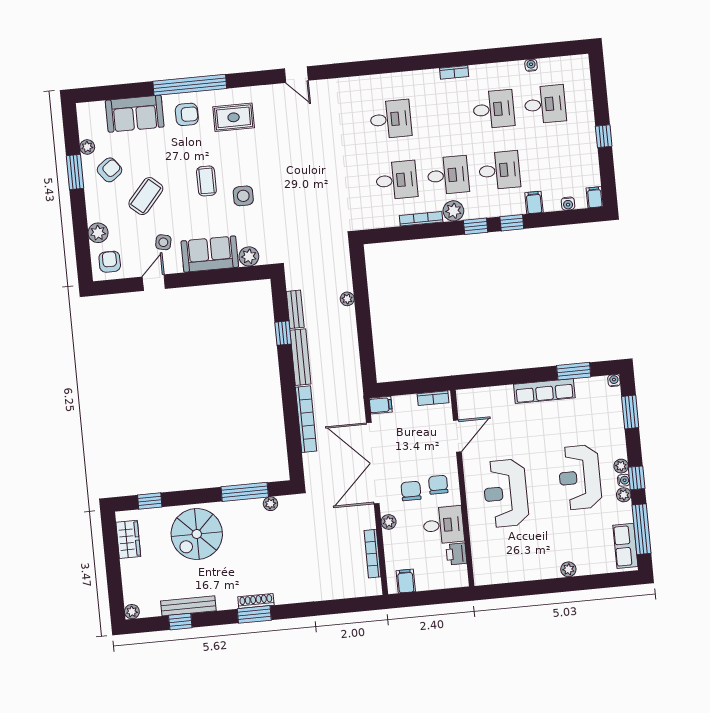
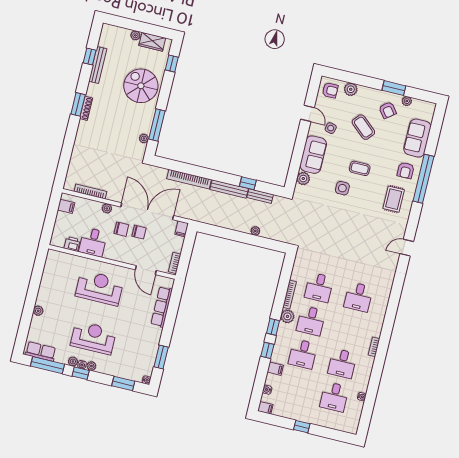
row of seats: (544, 391) -> (162, 307), moved
chair: (438, 485) -> (139, 232), moved
plant: (132, 612) -> (135, 35), moved

